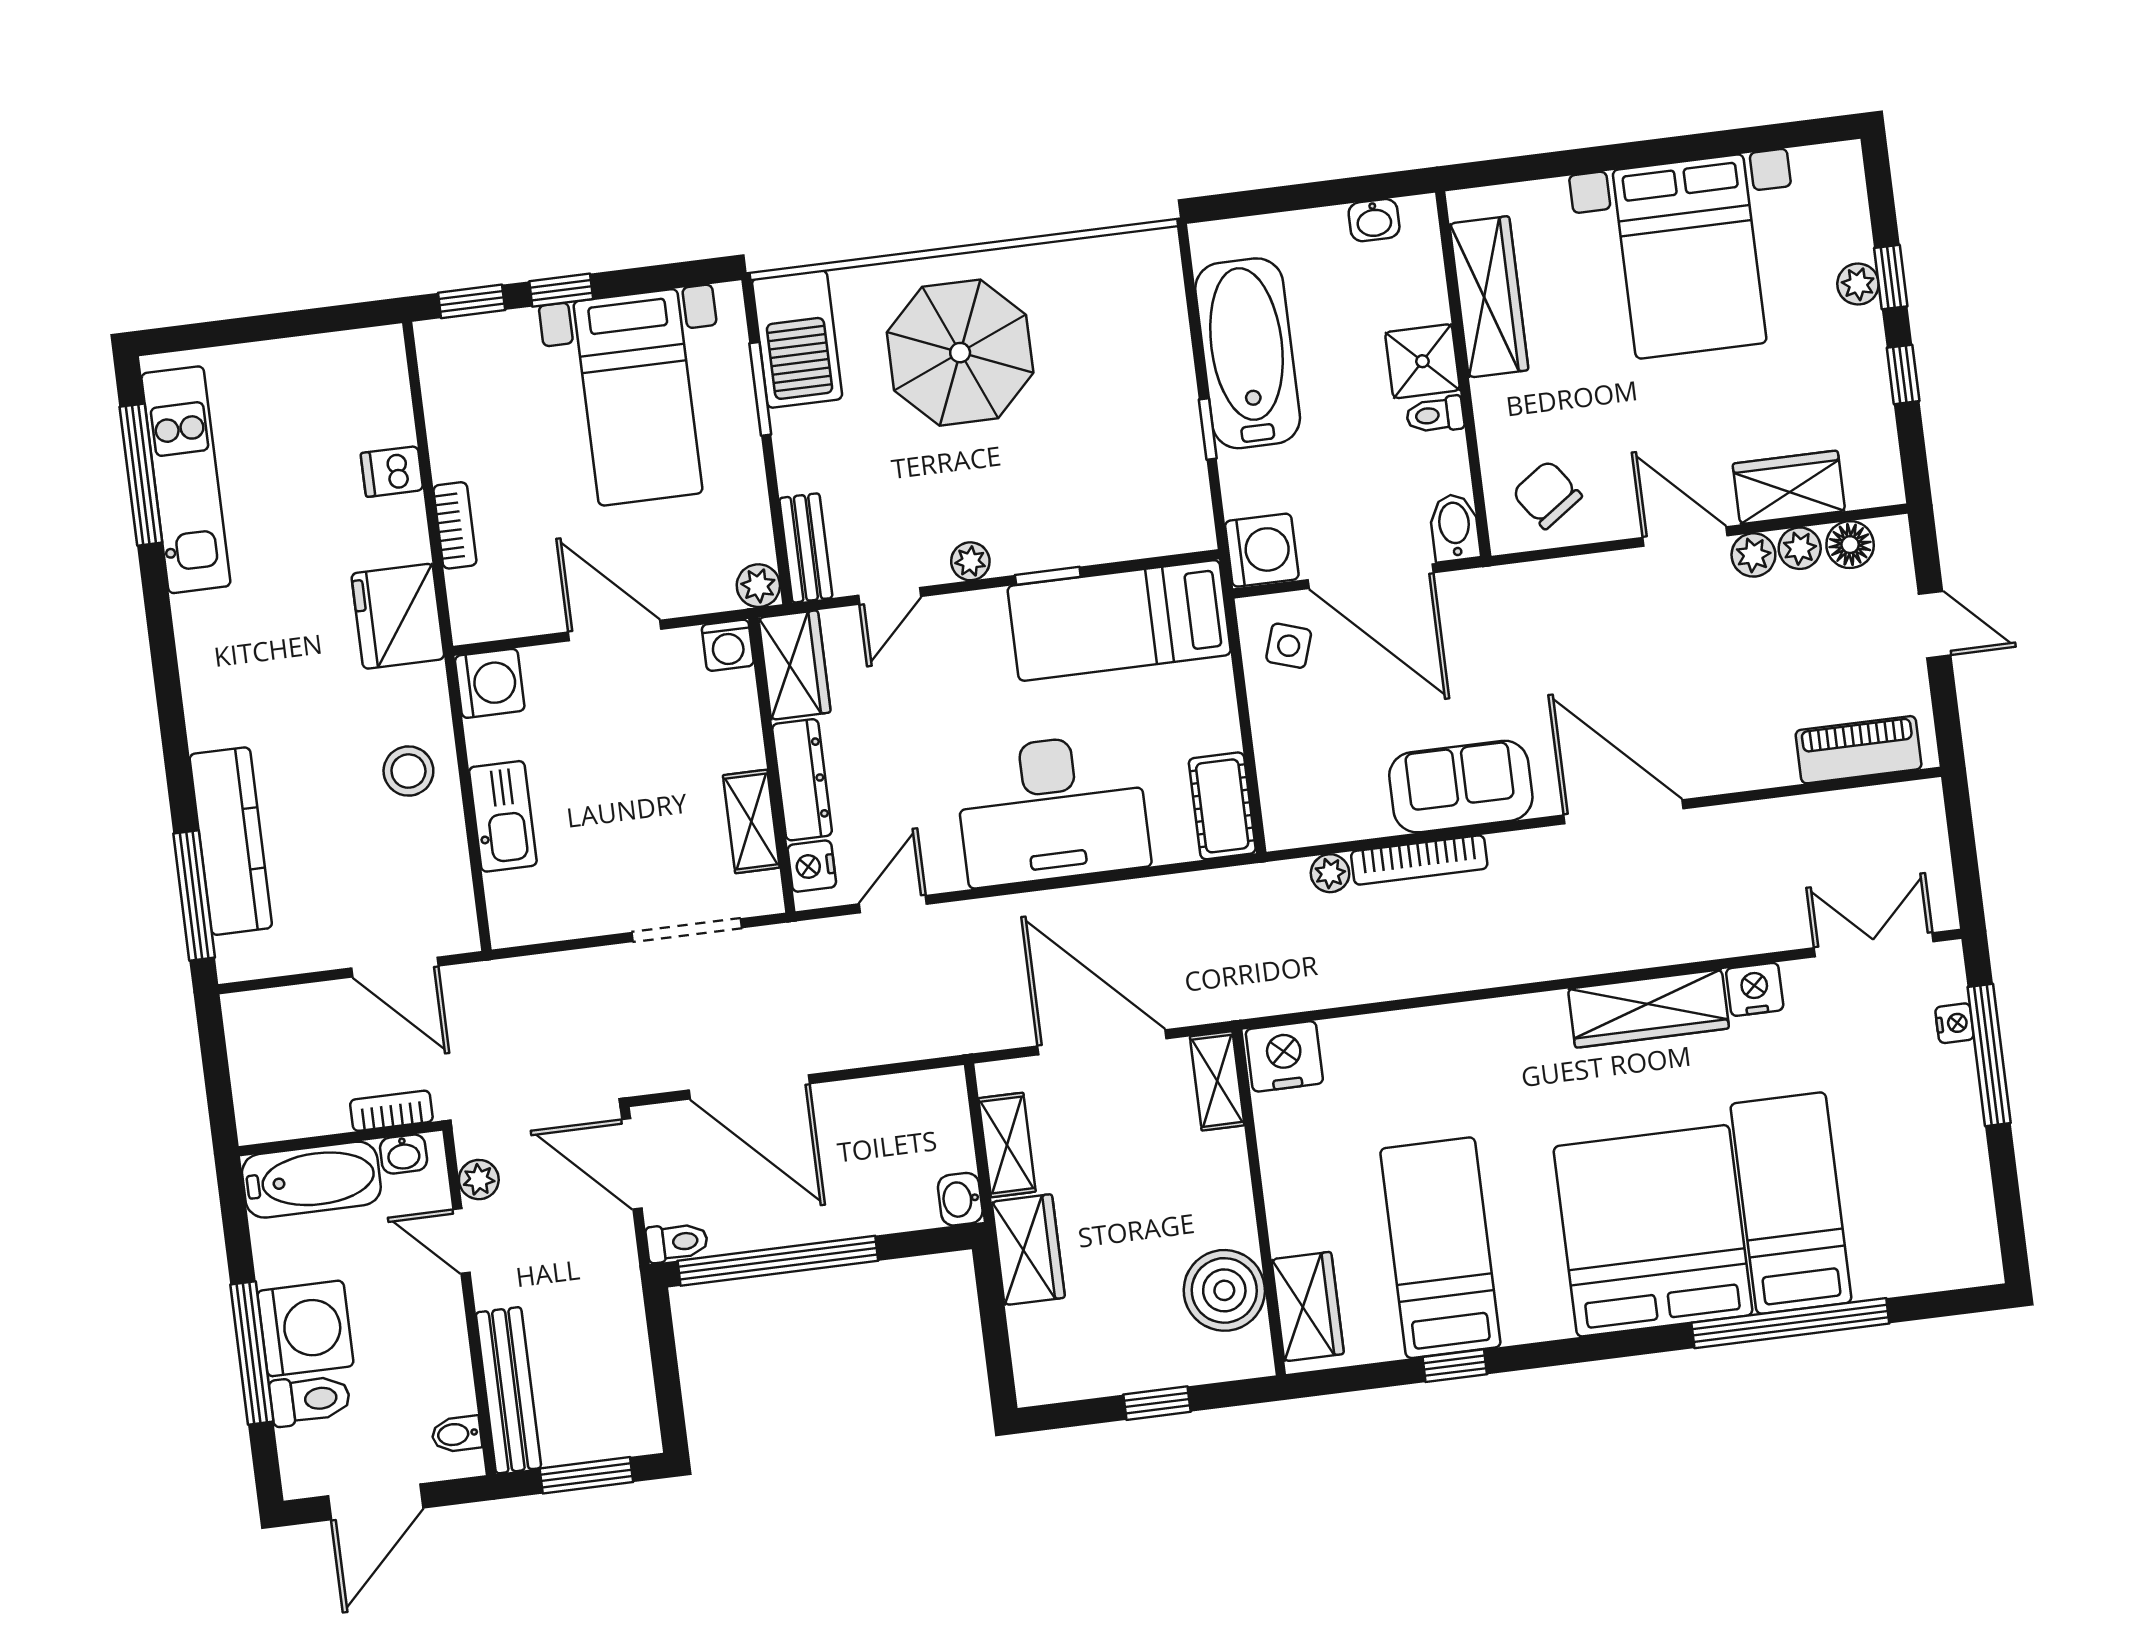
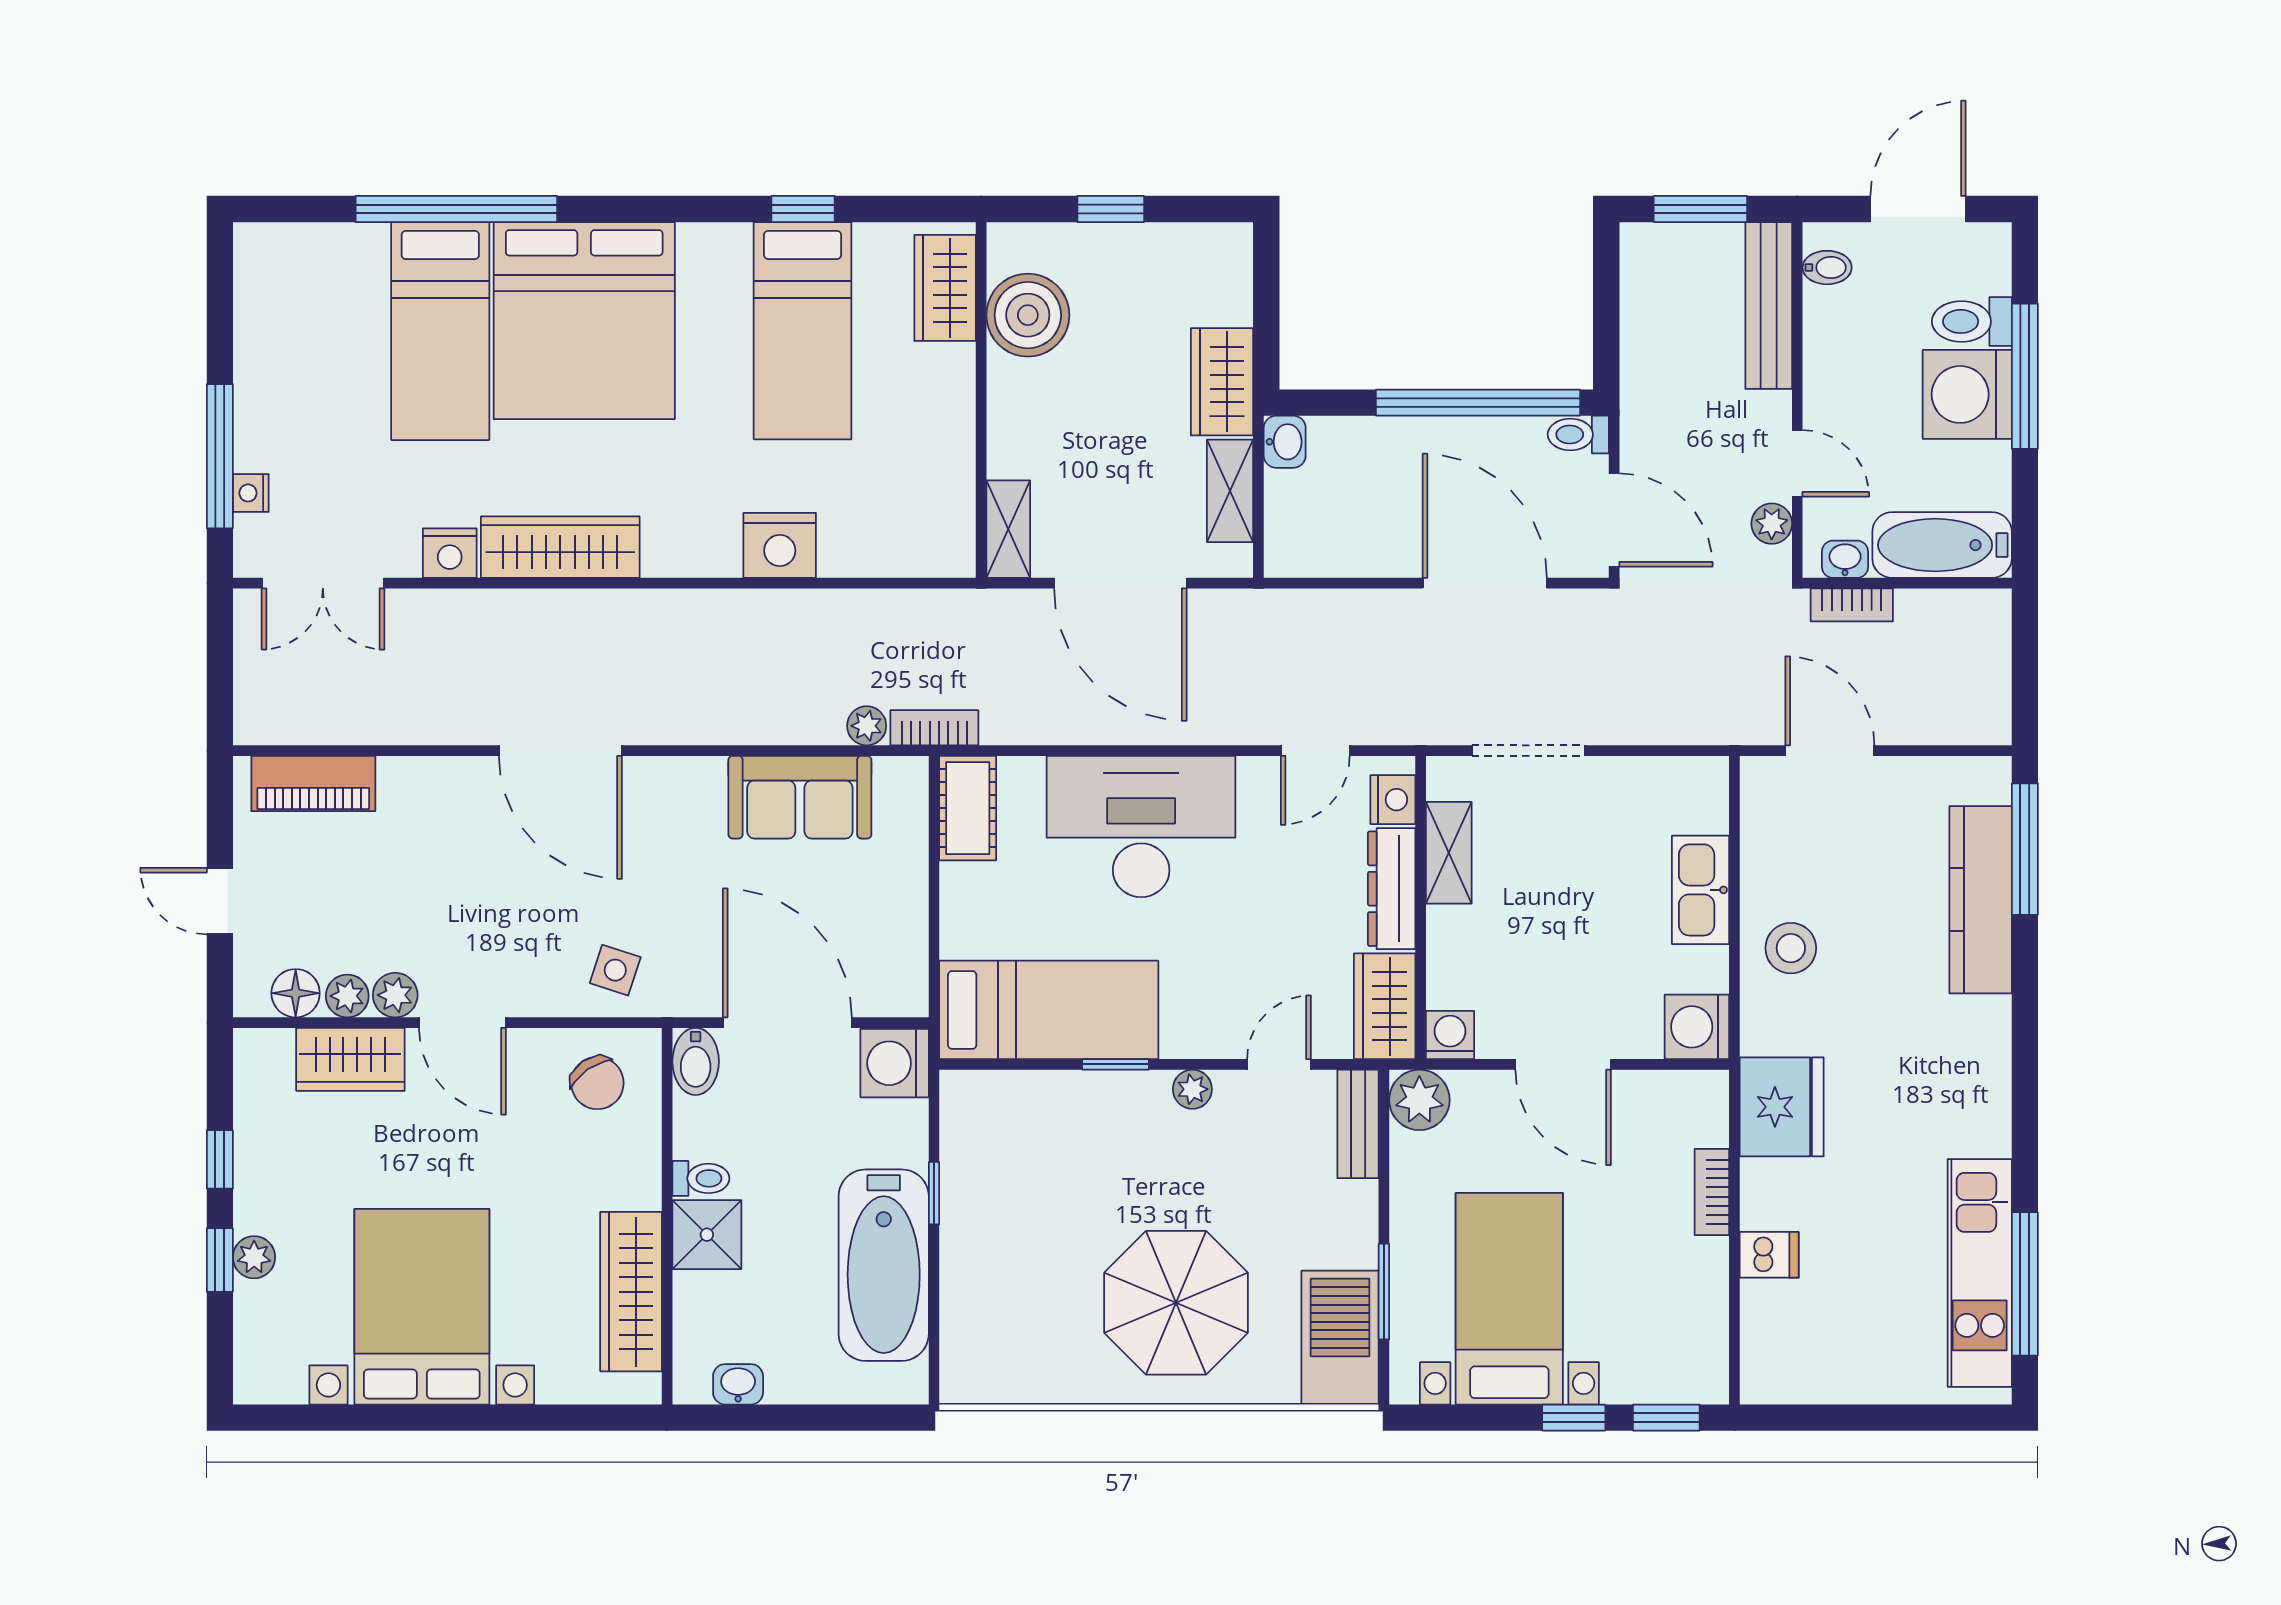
plant: (758, 586) -> (1419, 1100), width x1.38, depth x1.38
side table: (1289, 646) -> (615, 970), moved
sofa: (1461, 787) -> (800, 797), moved
bookcase: (1419, 860) -> (934, 728), moved, width x0.64
nightstand: (1284, 1056) -> (780, 545), moved

